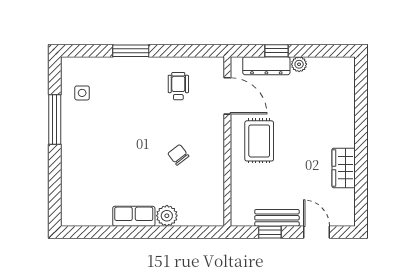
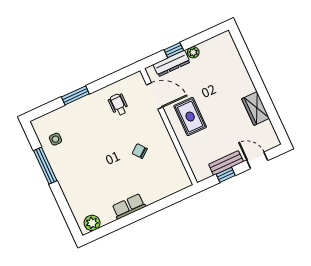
plant: (167, 216) -> (92, 223), moved

